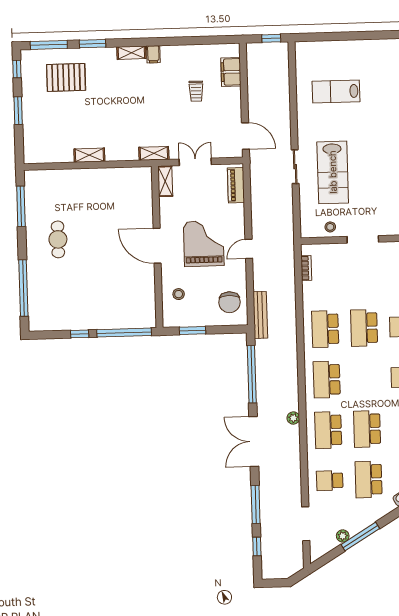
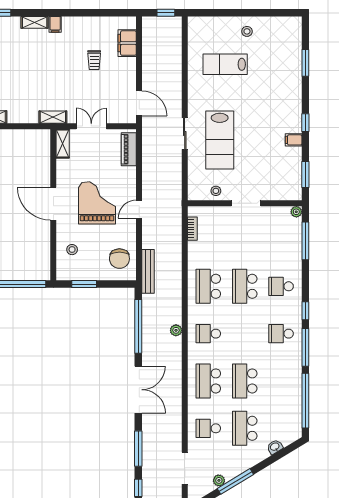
stool: (358, 56) -> (247, 31), added
school desk: (327, 380) -> (208, 334), width x0.54
plant: (293, 418) -> (176, 330), moved
double door: (254, 441) -> (138, 390), swing flipped

